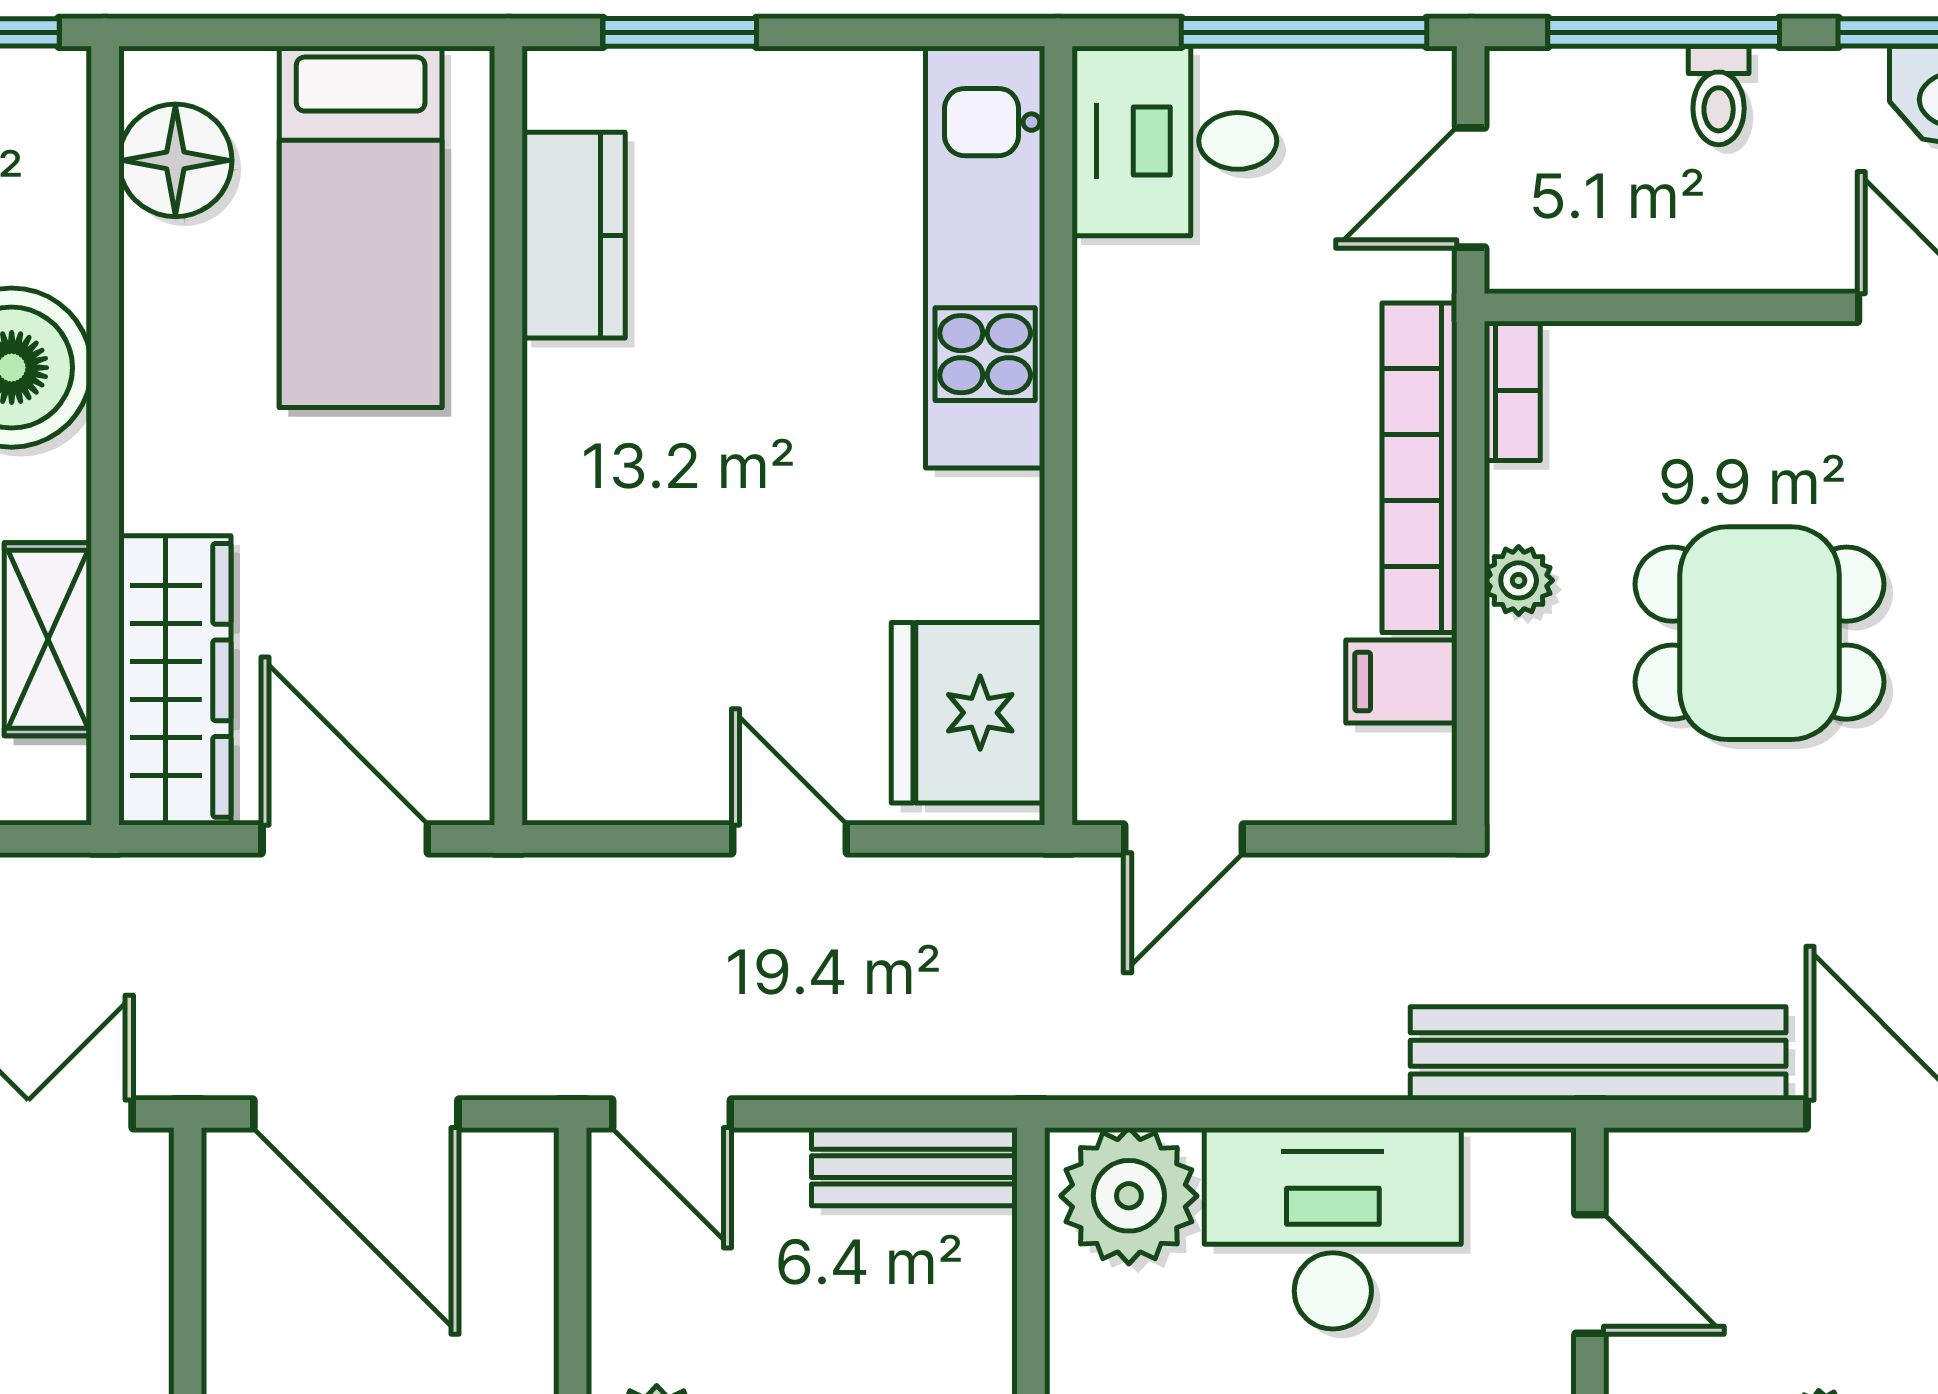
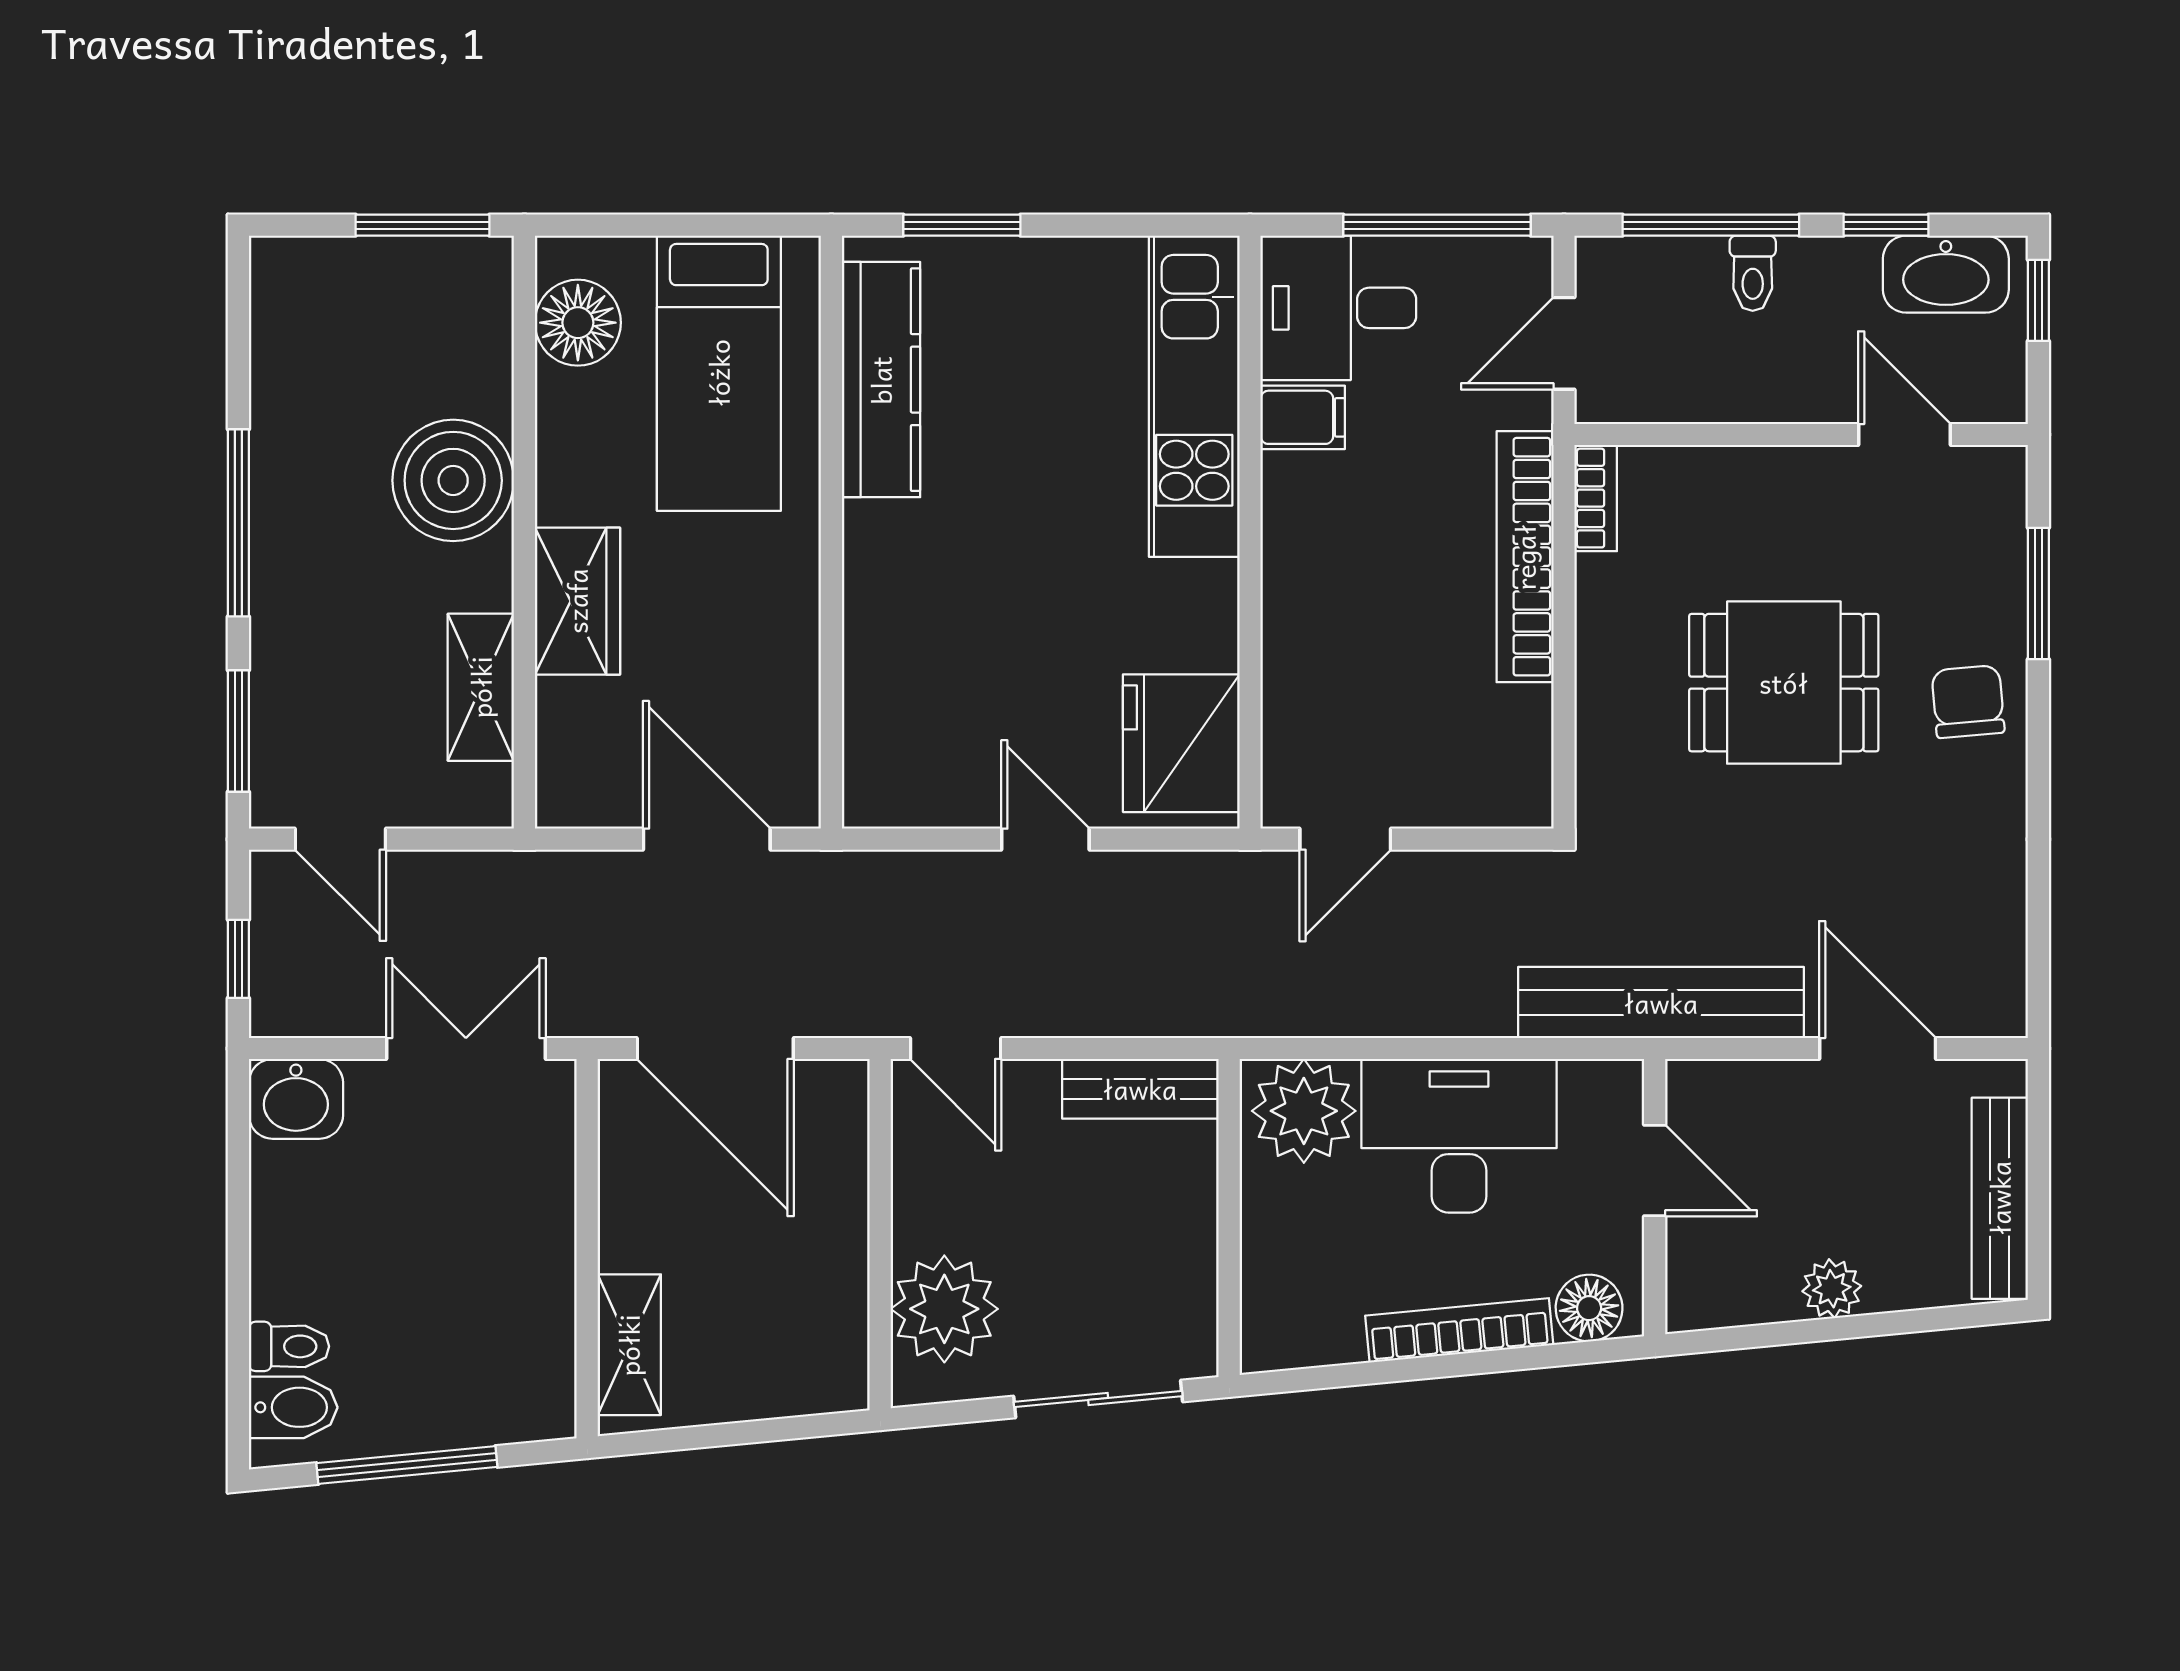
kitchen counter: (574, 235) -> (881, 380), width x1.50
plant: (1519, 580) -> (1600, 643), removed
wardrobe: (175, 680) -> (577, 601), moved, width x0.67
filing cabinet: (1401, 682) -> (1303, 417), moved, turned 180

